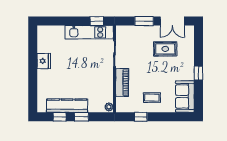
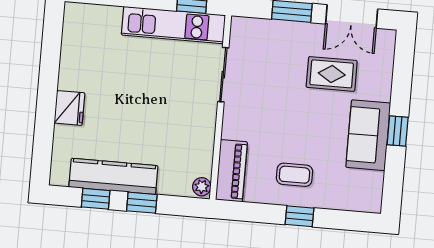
fridge: (44, 61) -> (69, 108), moved
piano: (122, 83) -> (231, 171), moved
sofa: (185, 97) -> (368, 135), moved
window: (141, 117) -> (300, 216), moved

